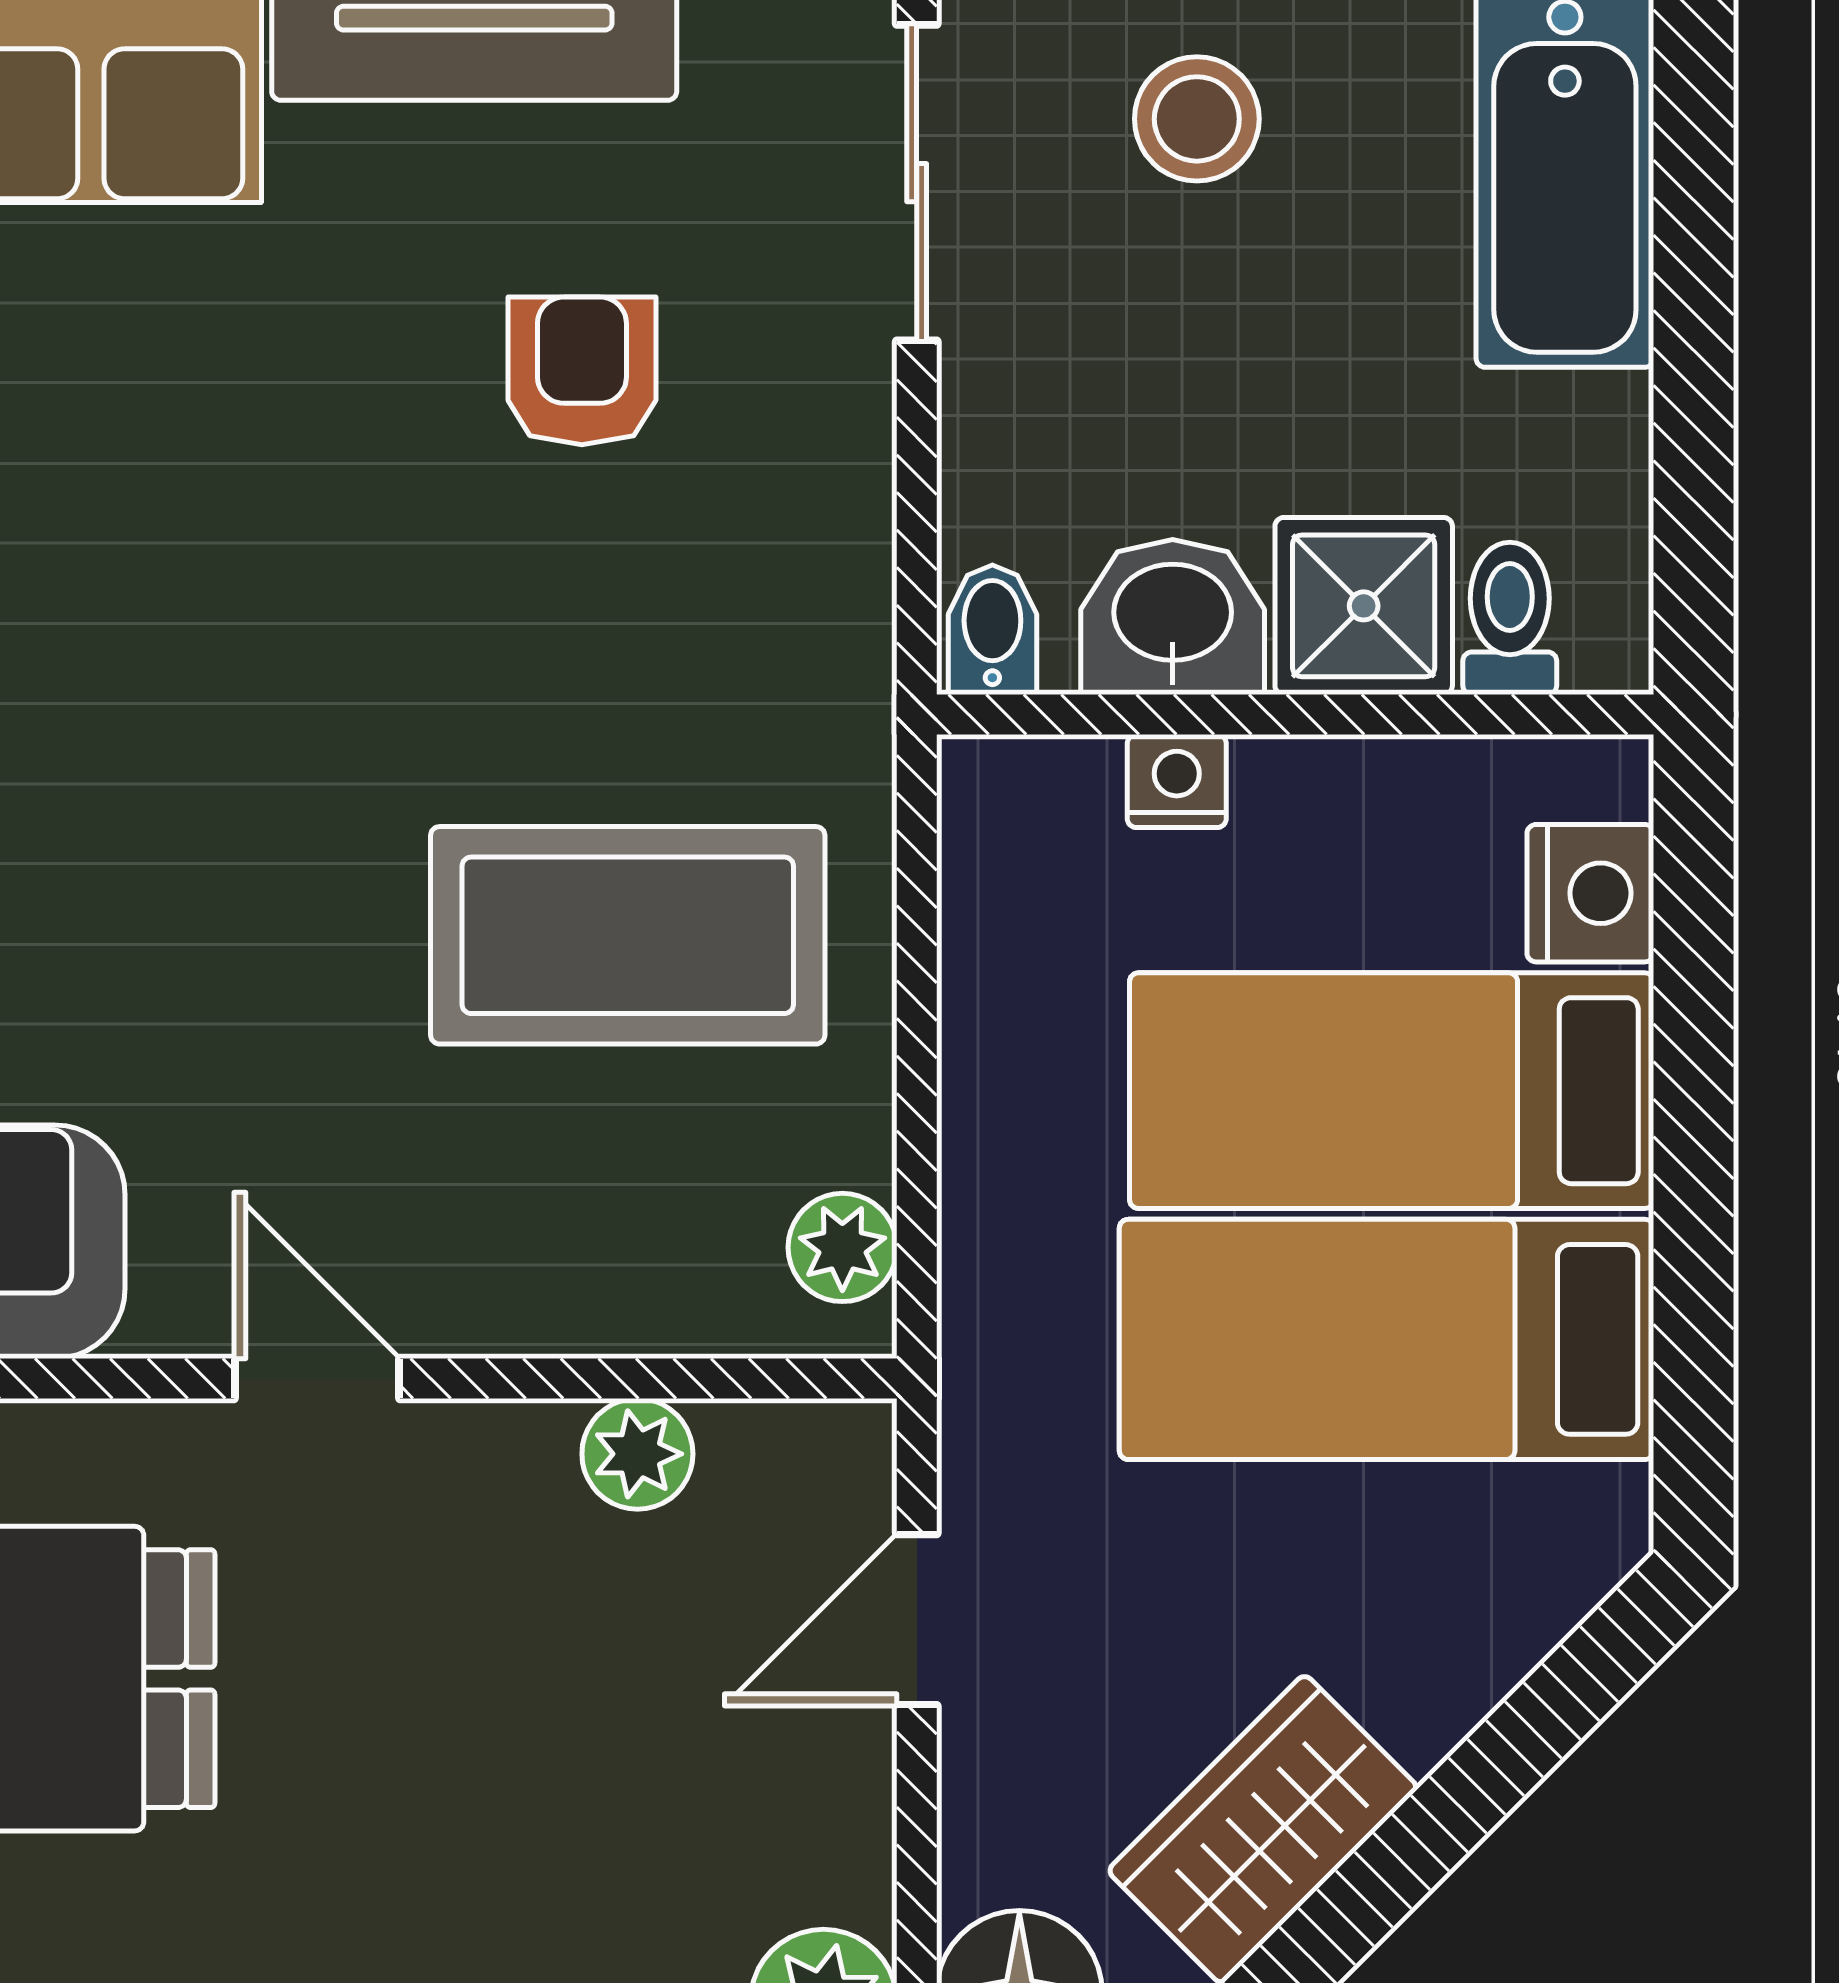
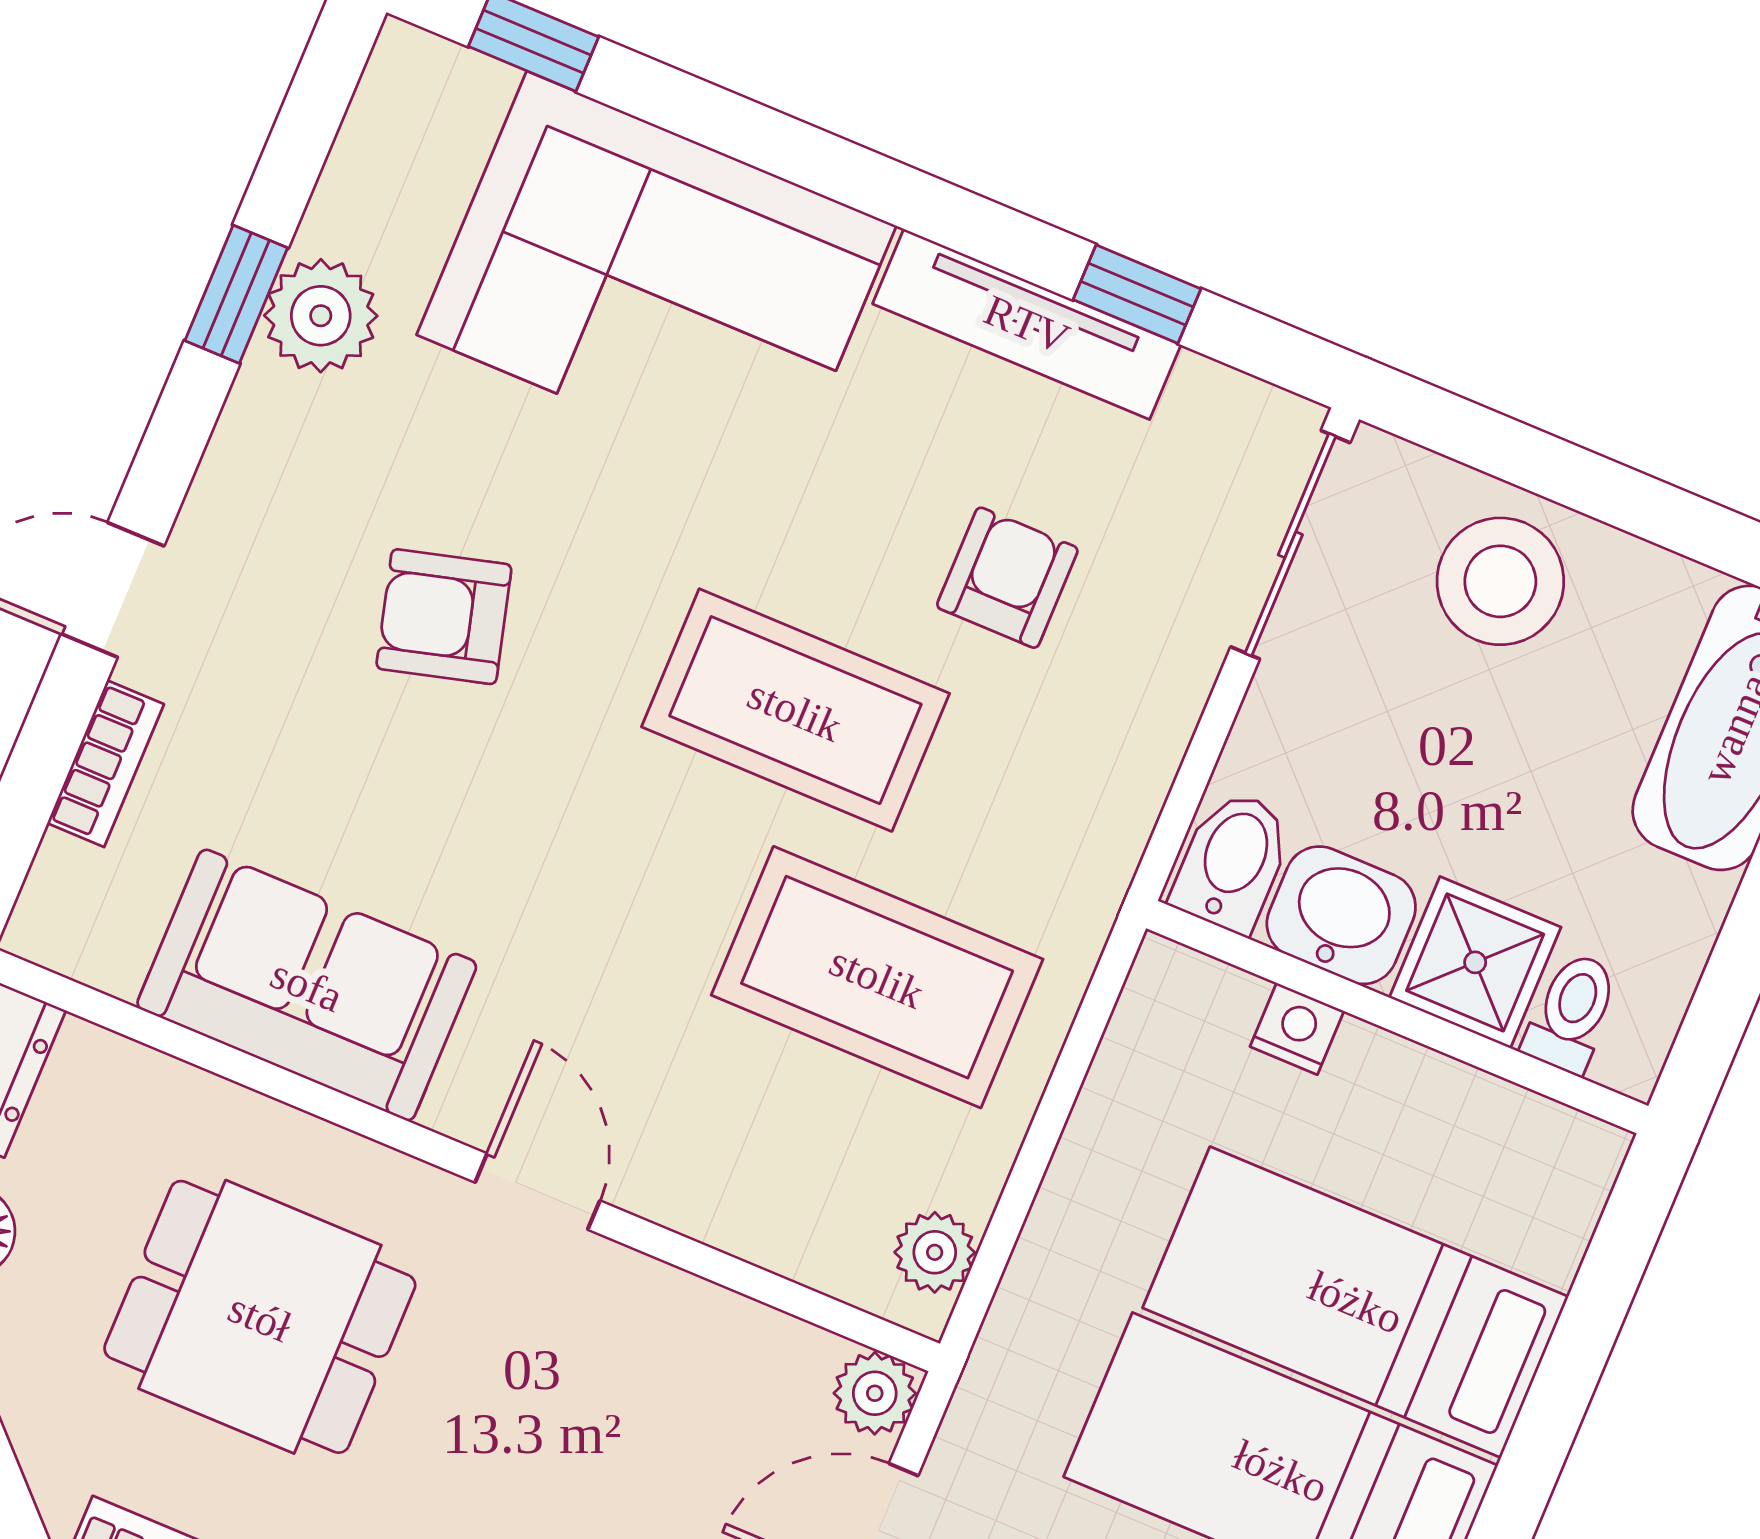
stool: (1197, 119) -> (1500, 581), width x1.38, depth x1.38
bidet: (992, 630) -> (1232, 861), width x1.38, depth x1.36
coffee table: (387, 646) -> (795, 710), added
nightstand: (1590, 893) -> (1548, 1224), removed
plant: (637, 1454) -> (875, 1393), moved

